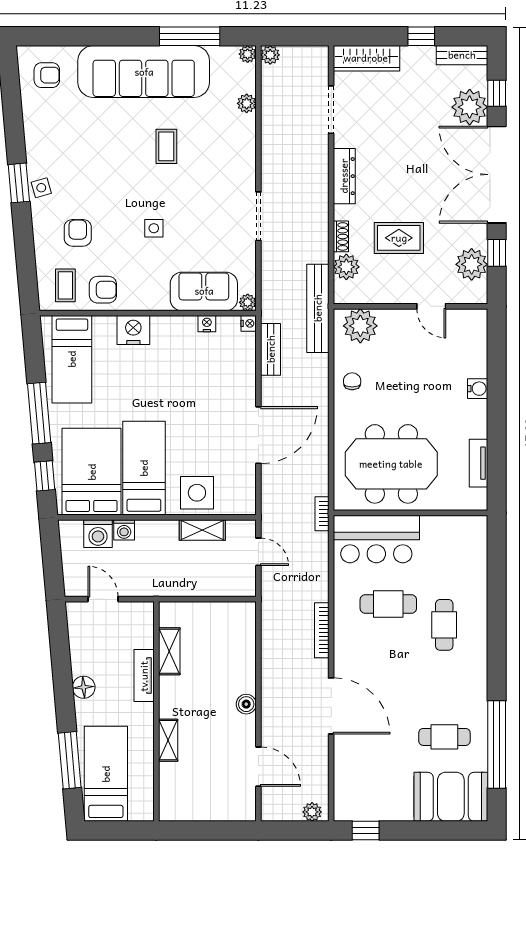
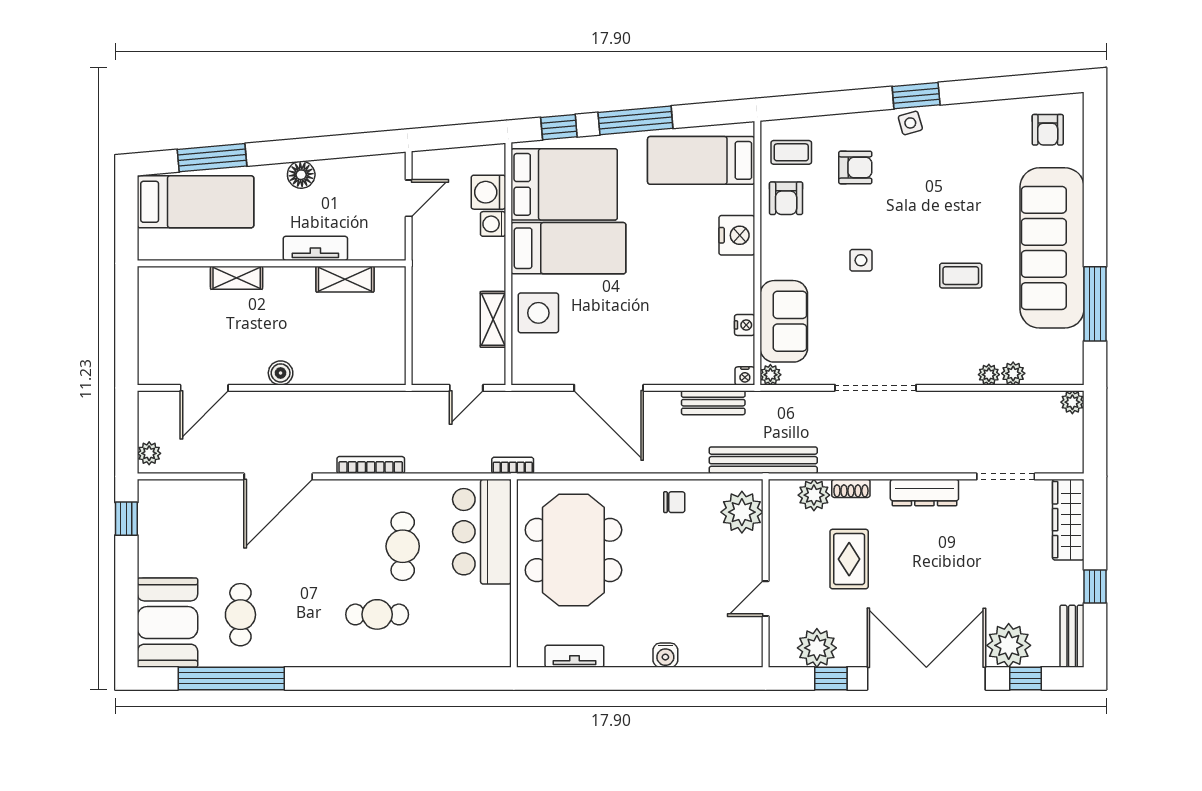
plant: (248, 54) -> (989, 375), moved
doorway: (258, 216) -> (876, 388), width x1.36

